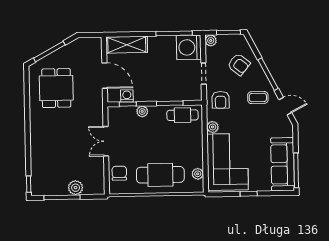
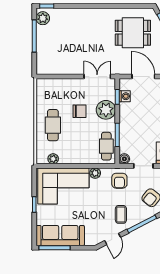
door: (105, 76) -> (143, 77), swing flipped
boiler: (196, 95) -> (124, 159), added
armchair: (221, 100) -> (119, 181), turned -90
plant: (142, 111) -> (106, 110), width x1.87, depth x1.87
double door: (106, 141) -> (97, 77), moved
chair: (119, 173) -> (80, 111), moved
cafe table: (160, 175) -> (53, 125), width x0.73, depth x0.74
plant: (76, 188) -> (43, 18), moved

